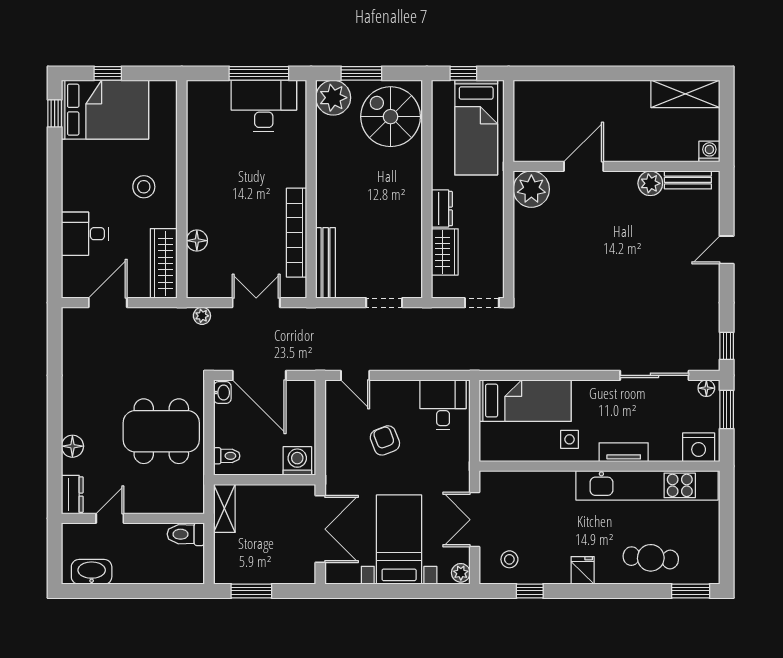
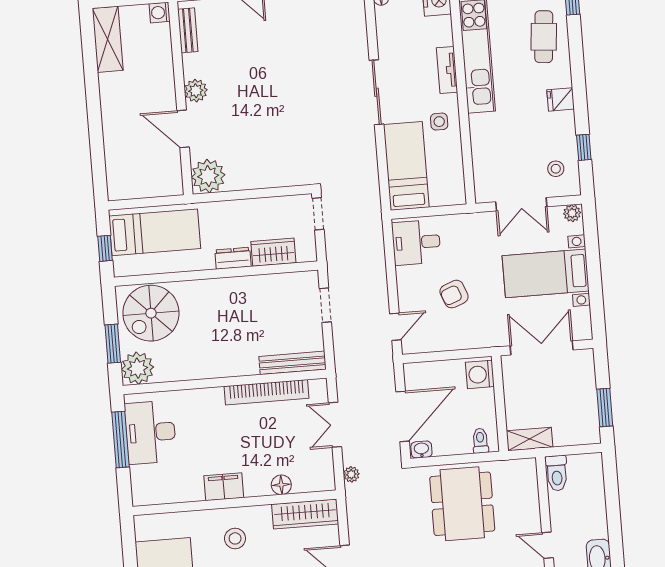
filing cabinet: (200, 179) -> (224, 487), added
plant: (650, 183) -> (196, 91), moved
sliding door: (654, 375) -> (377, 92), moved

